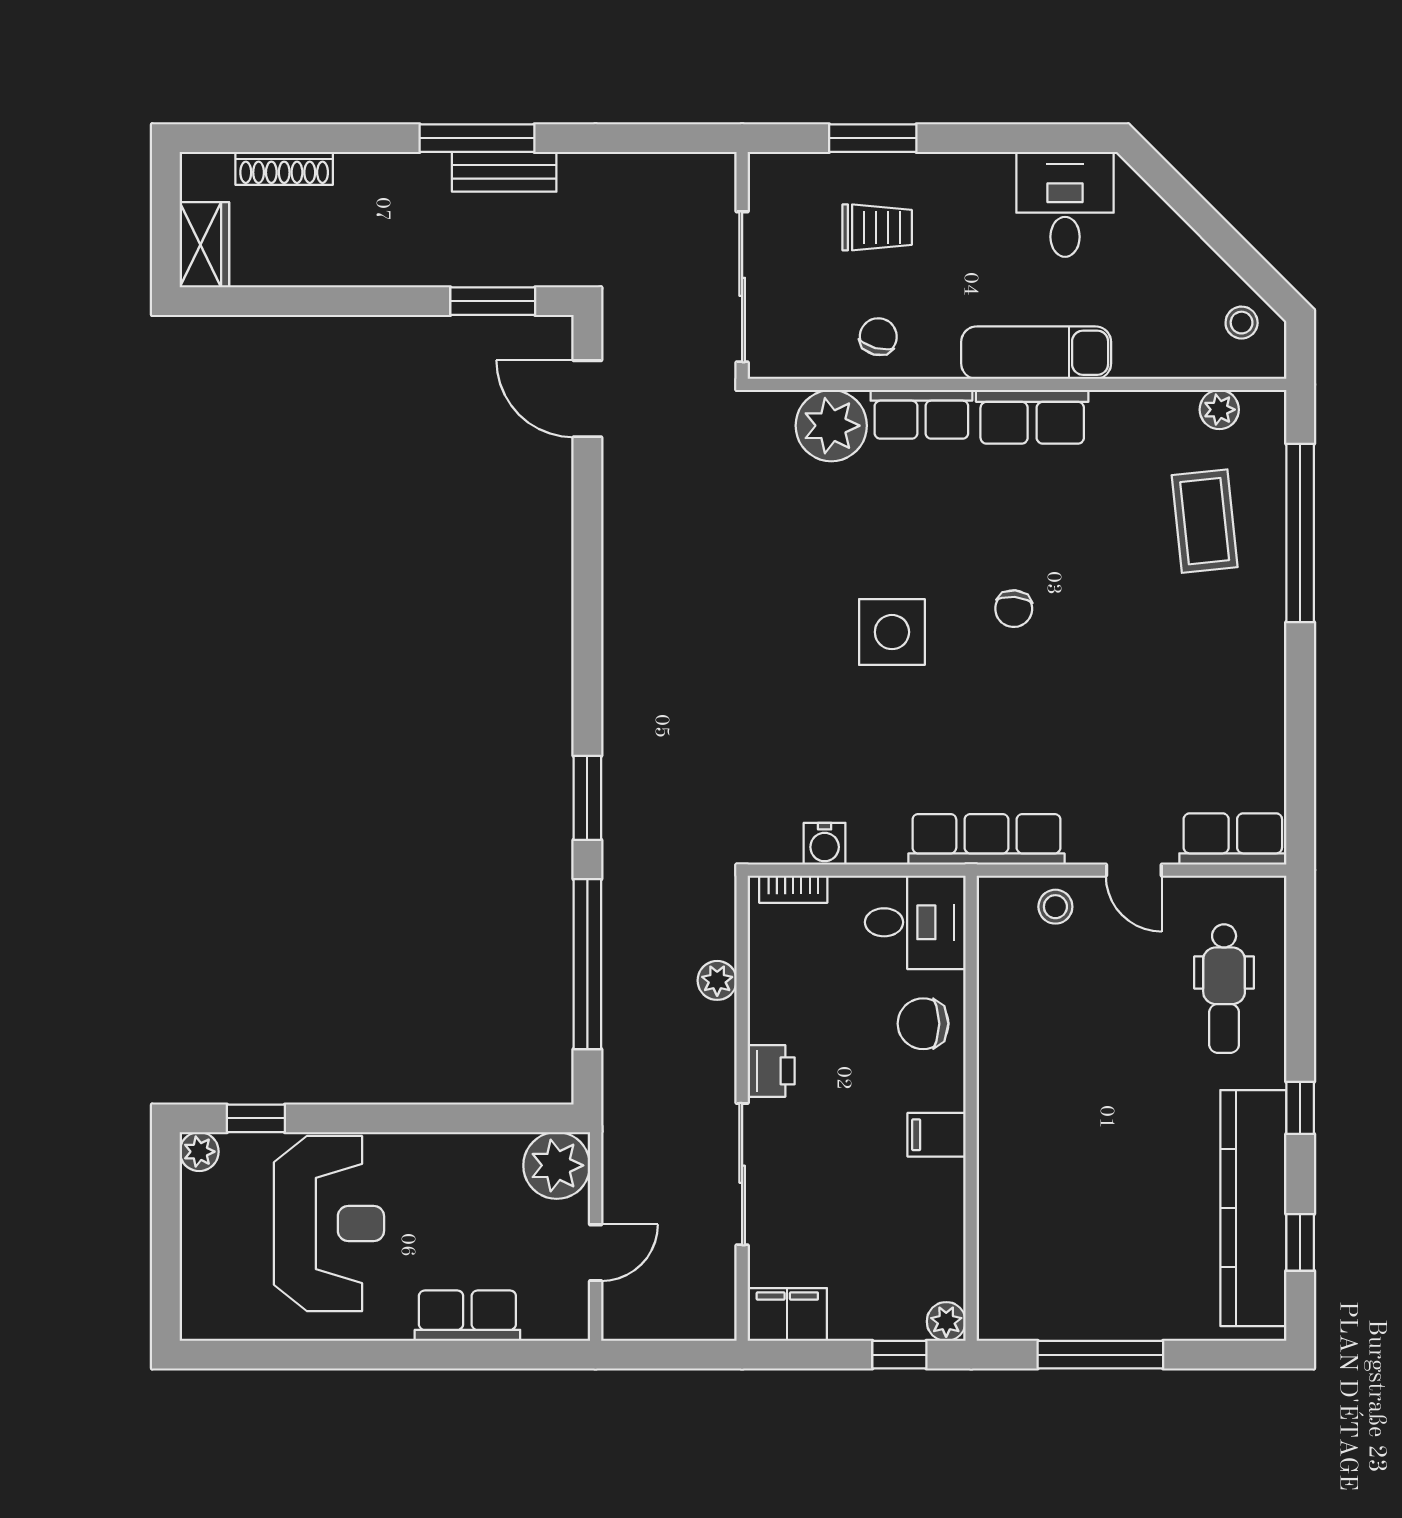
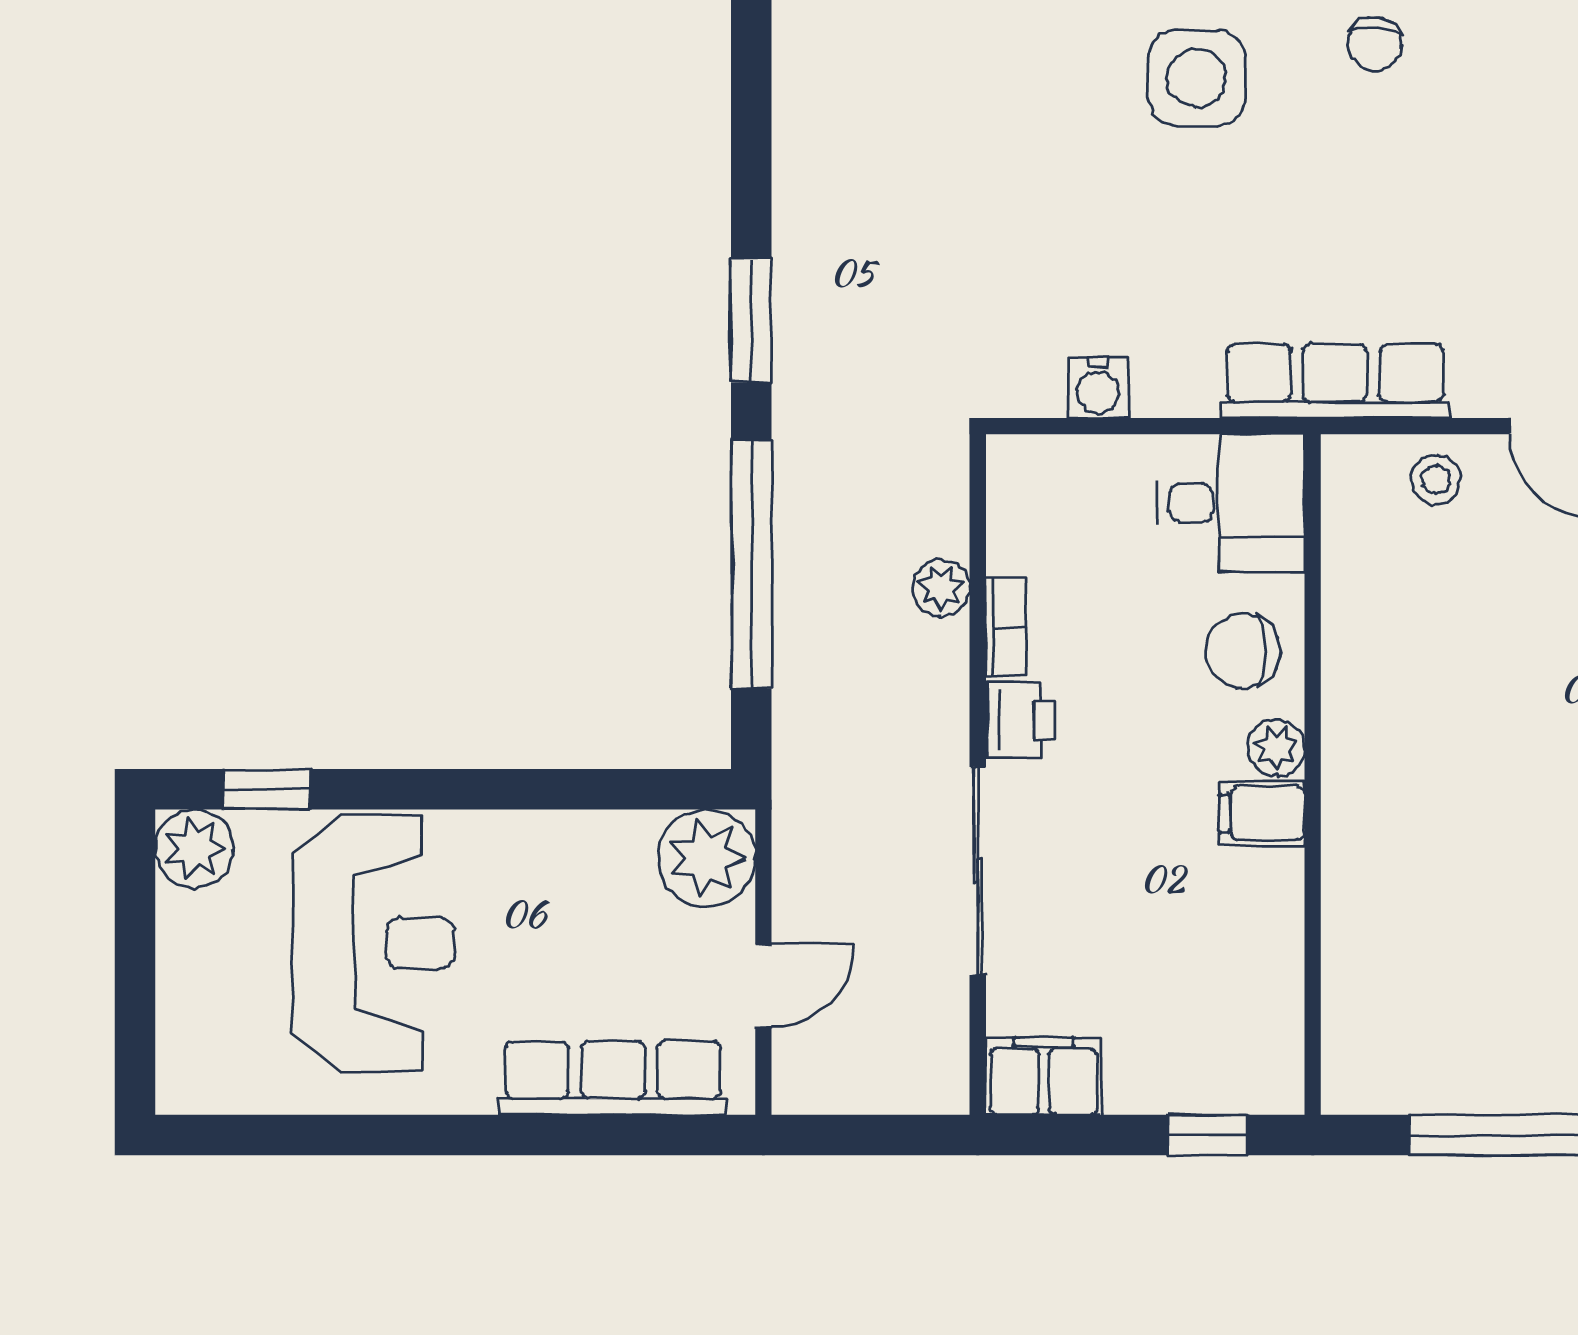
bookcase: (793, 889) -> (1006, 627), moved, turned -90
plant: (199, 1152) -> (194, 849), width x1.38, depth x1.38
row of seats: (467, 1316) -> (613, 1078), width x1.48
plant: (946, 1321) -> (1276, 747), moved

